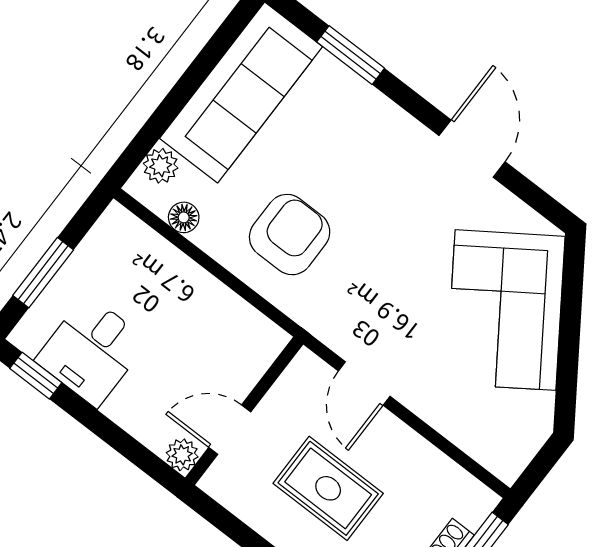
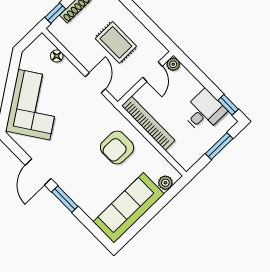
window: (351, 55) -> (65, 199), moved
floor lamp: (184, 217) -> (57, 56), moved
bookcase: (222, 304) -> (148, 123), added
door: (230, 430) -> (152, 72), hinge flipped

